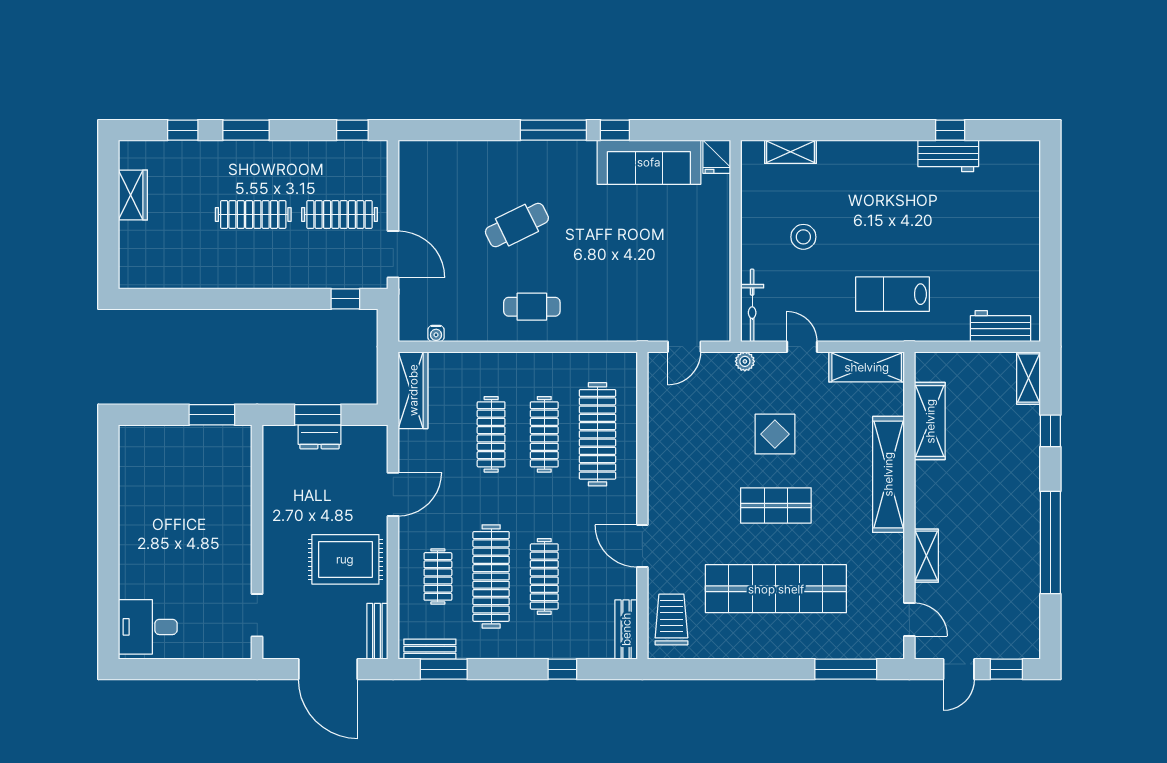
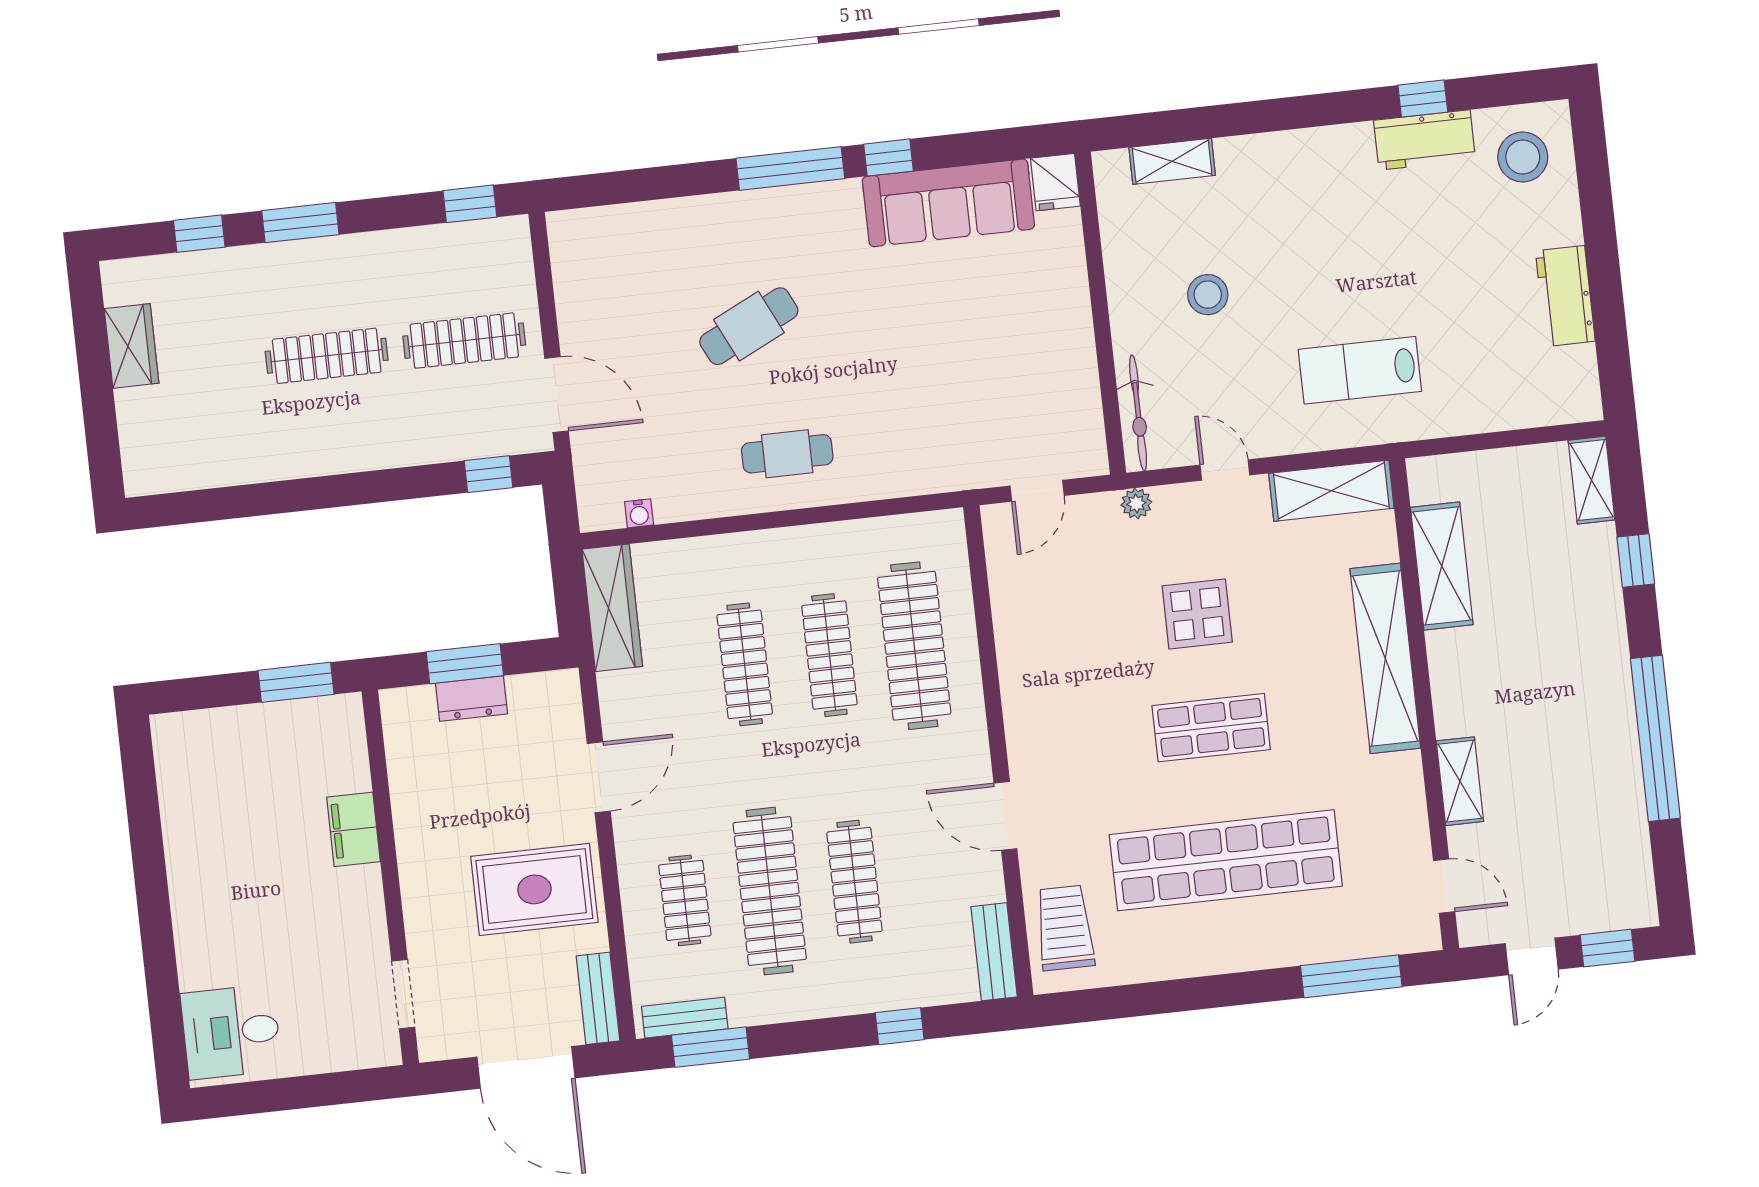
stool: (1008, 173) -> (1523, 157), added
workbench: (1000, 326) -> (1565, 296), moved, turned -90
filing cabinet: (237, 510) -> (354, 829), added

